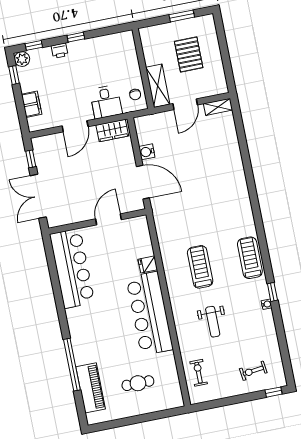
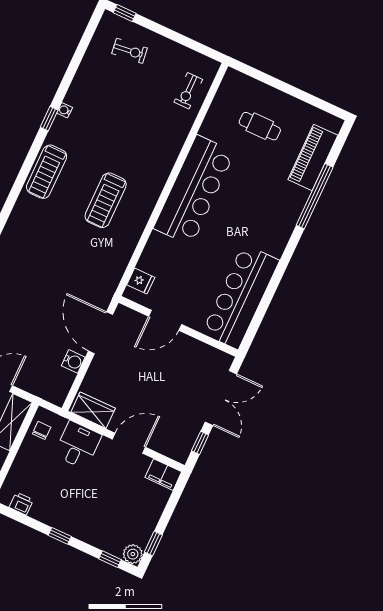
printer: (60, 51) -> (21, 503), moved
filing cabinet: (32, 104) -> (163, 475), moved, turned -90
fridge: (148, 264) -> (141, 281), moved
weight bench: (213, 322) -> (134, 133), removed

